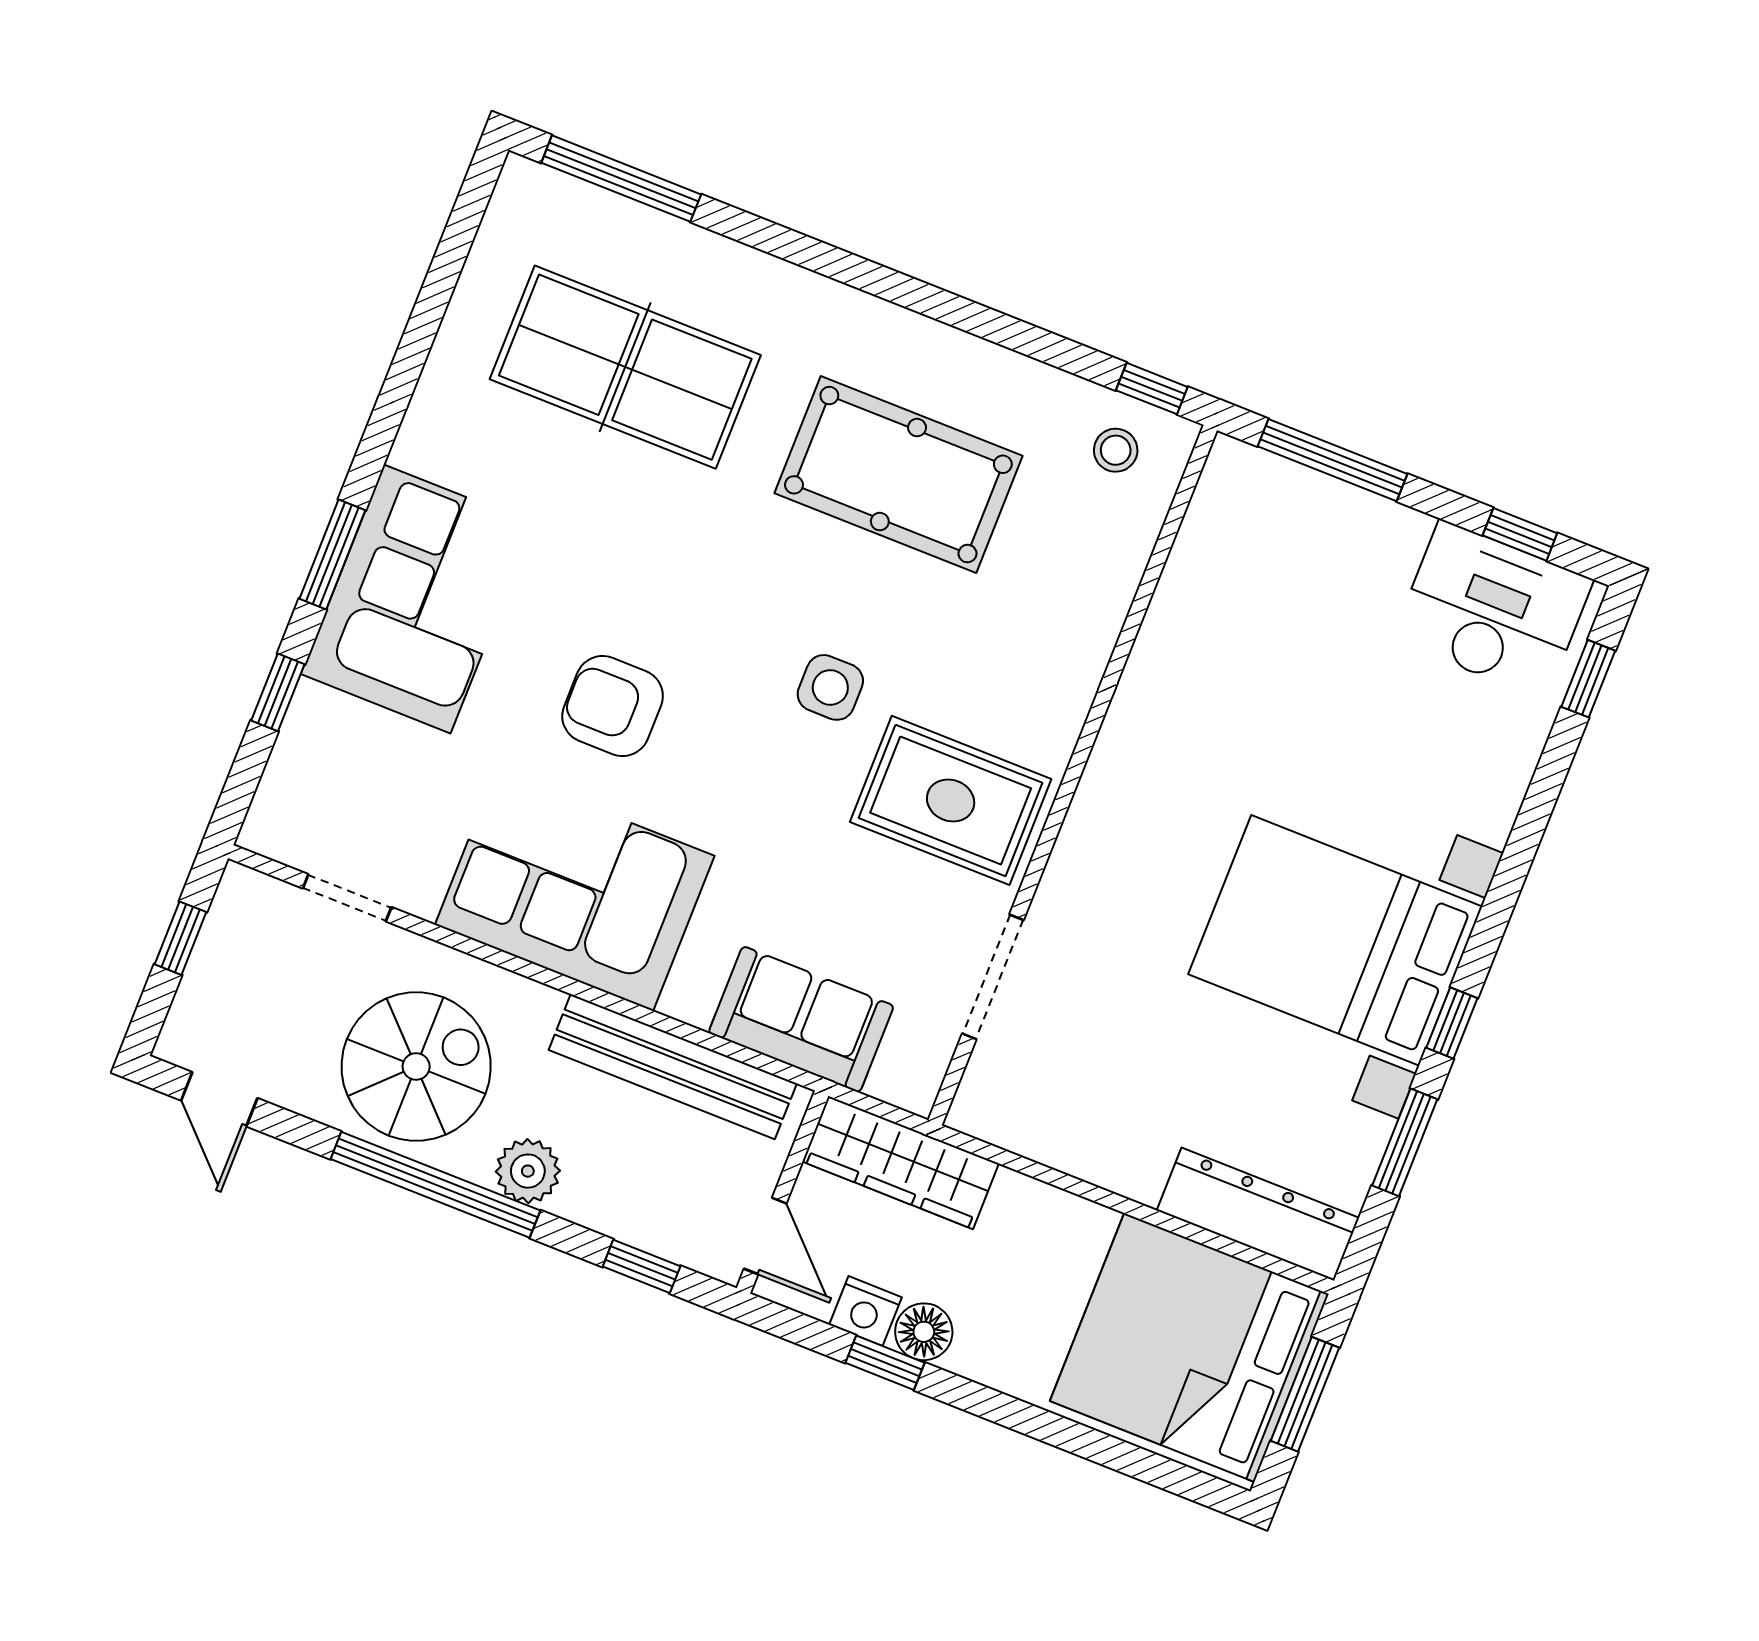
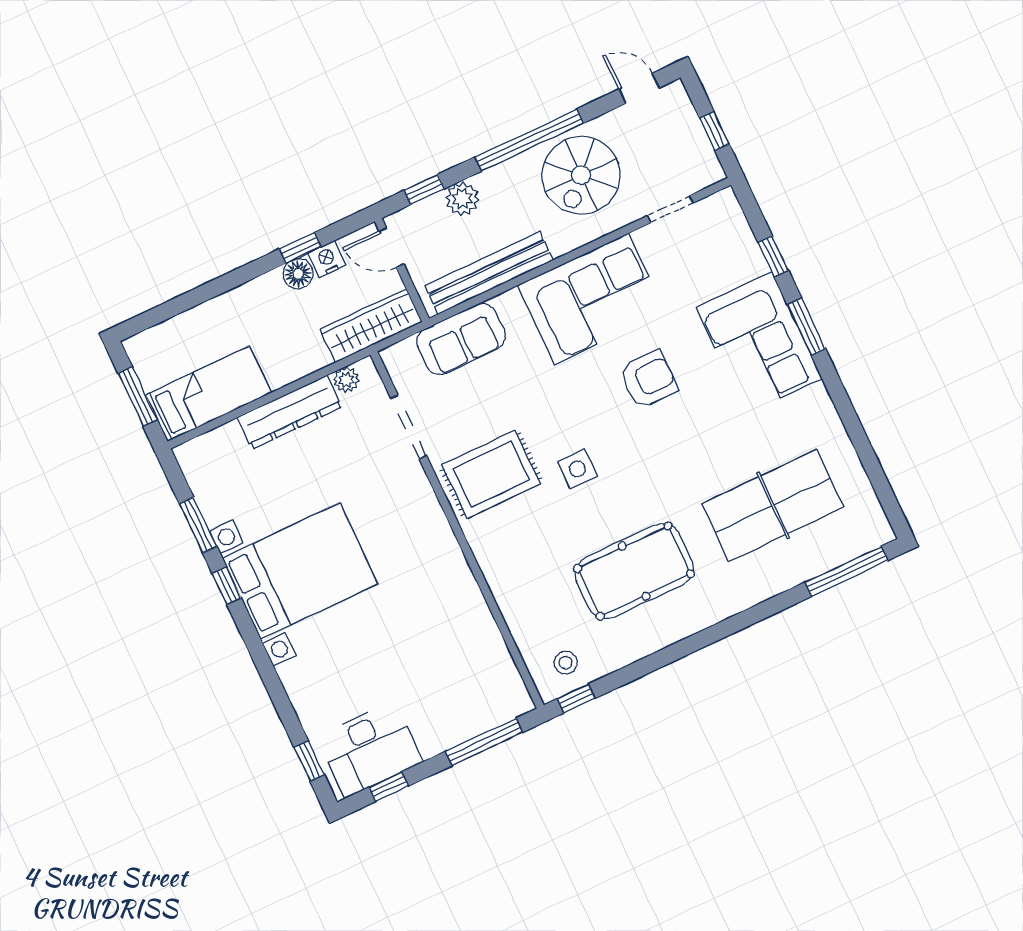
plant: (1008, 1126) -> (346, 380), added
plant: (528, 1171) -> (462, 199), moved
dresser: (1258, 1214) -> (290, 412), moved
bed: (1189, 1348) -> (208, 394), width x0.49

